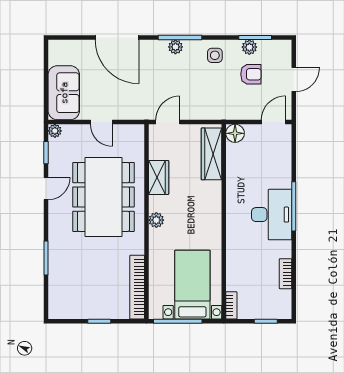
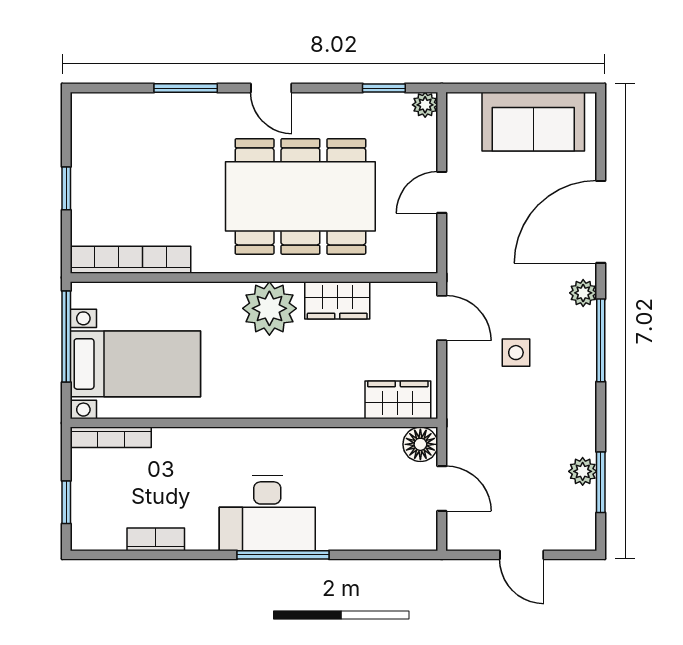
plant: (175, 47) -> (583, 293), moved
side table: (215, 55) -> (516, 353), moved
armchair: (251, 74) -> (532, 474), removed
sofa: (64, 93) -> (533, 122), moved
door: (273, 122) -> (442, 489), moved
wardrobe: (211, 154) -> (398, 400), width x0.67
door: (46, 189) -> (271, 88), moved
plant: (156, 220) -> (269, 308), width x1.87, depth x1.87
bookcase: (231, 305) -> (111, 437), width x1.56

